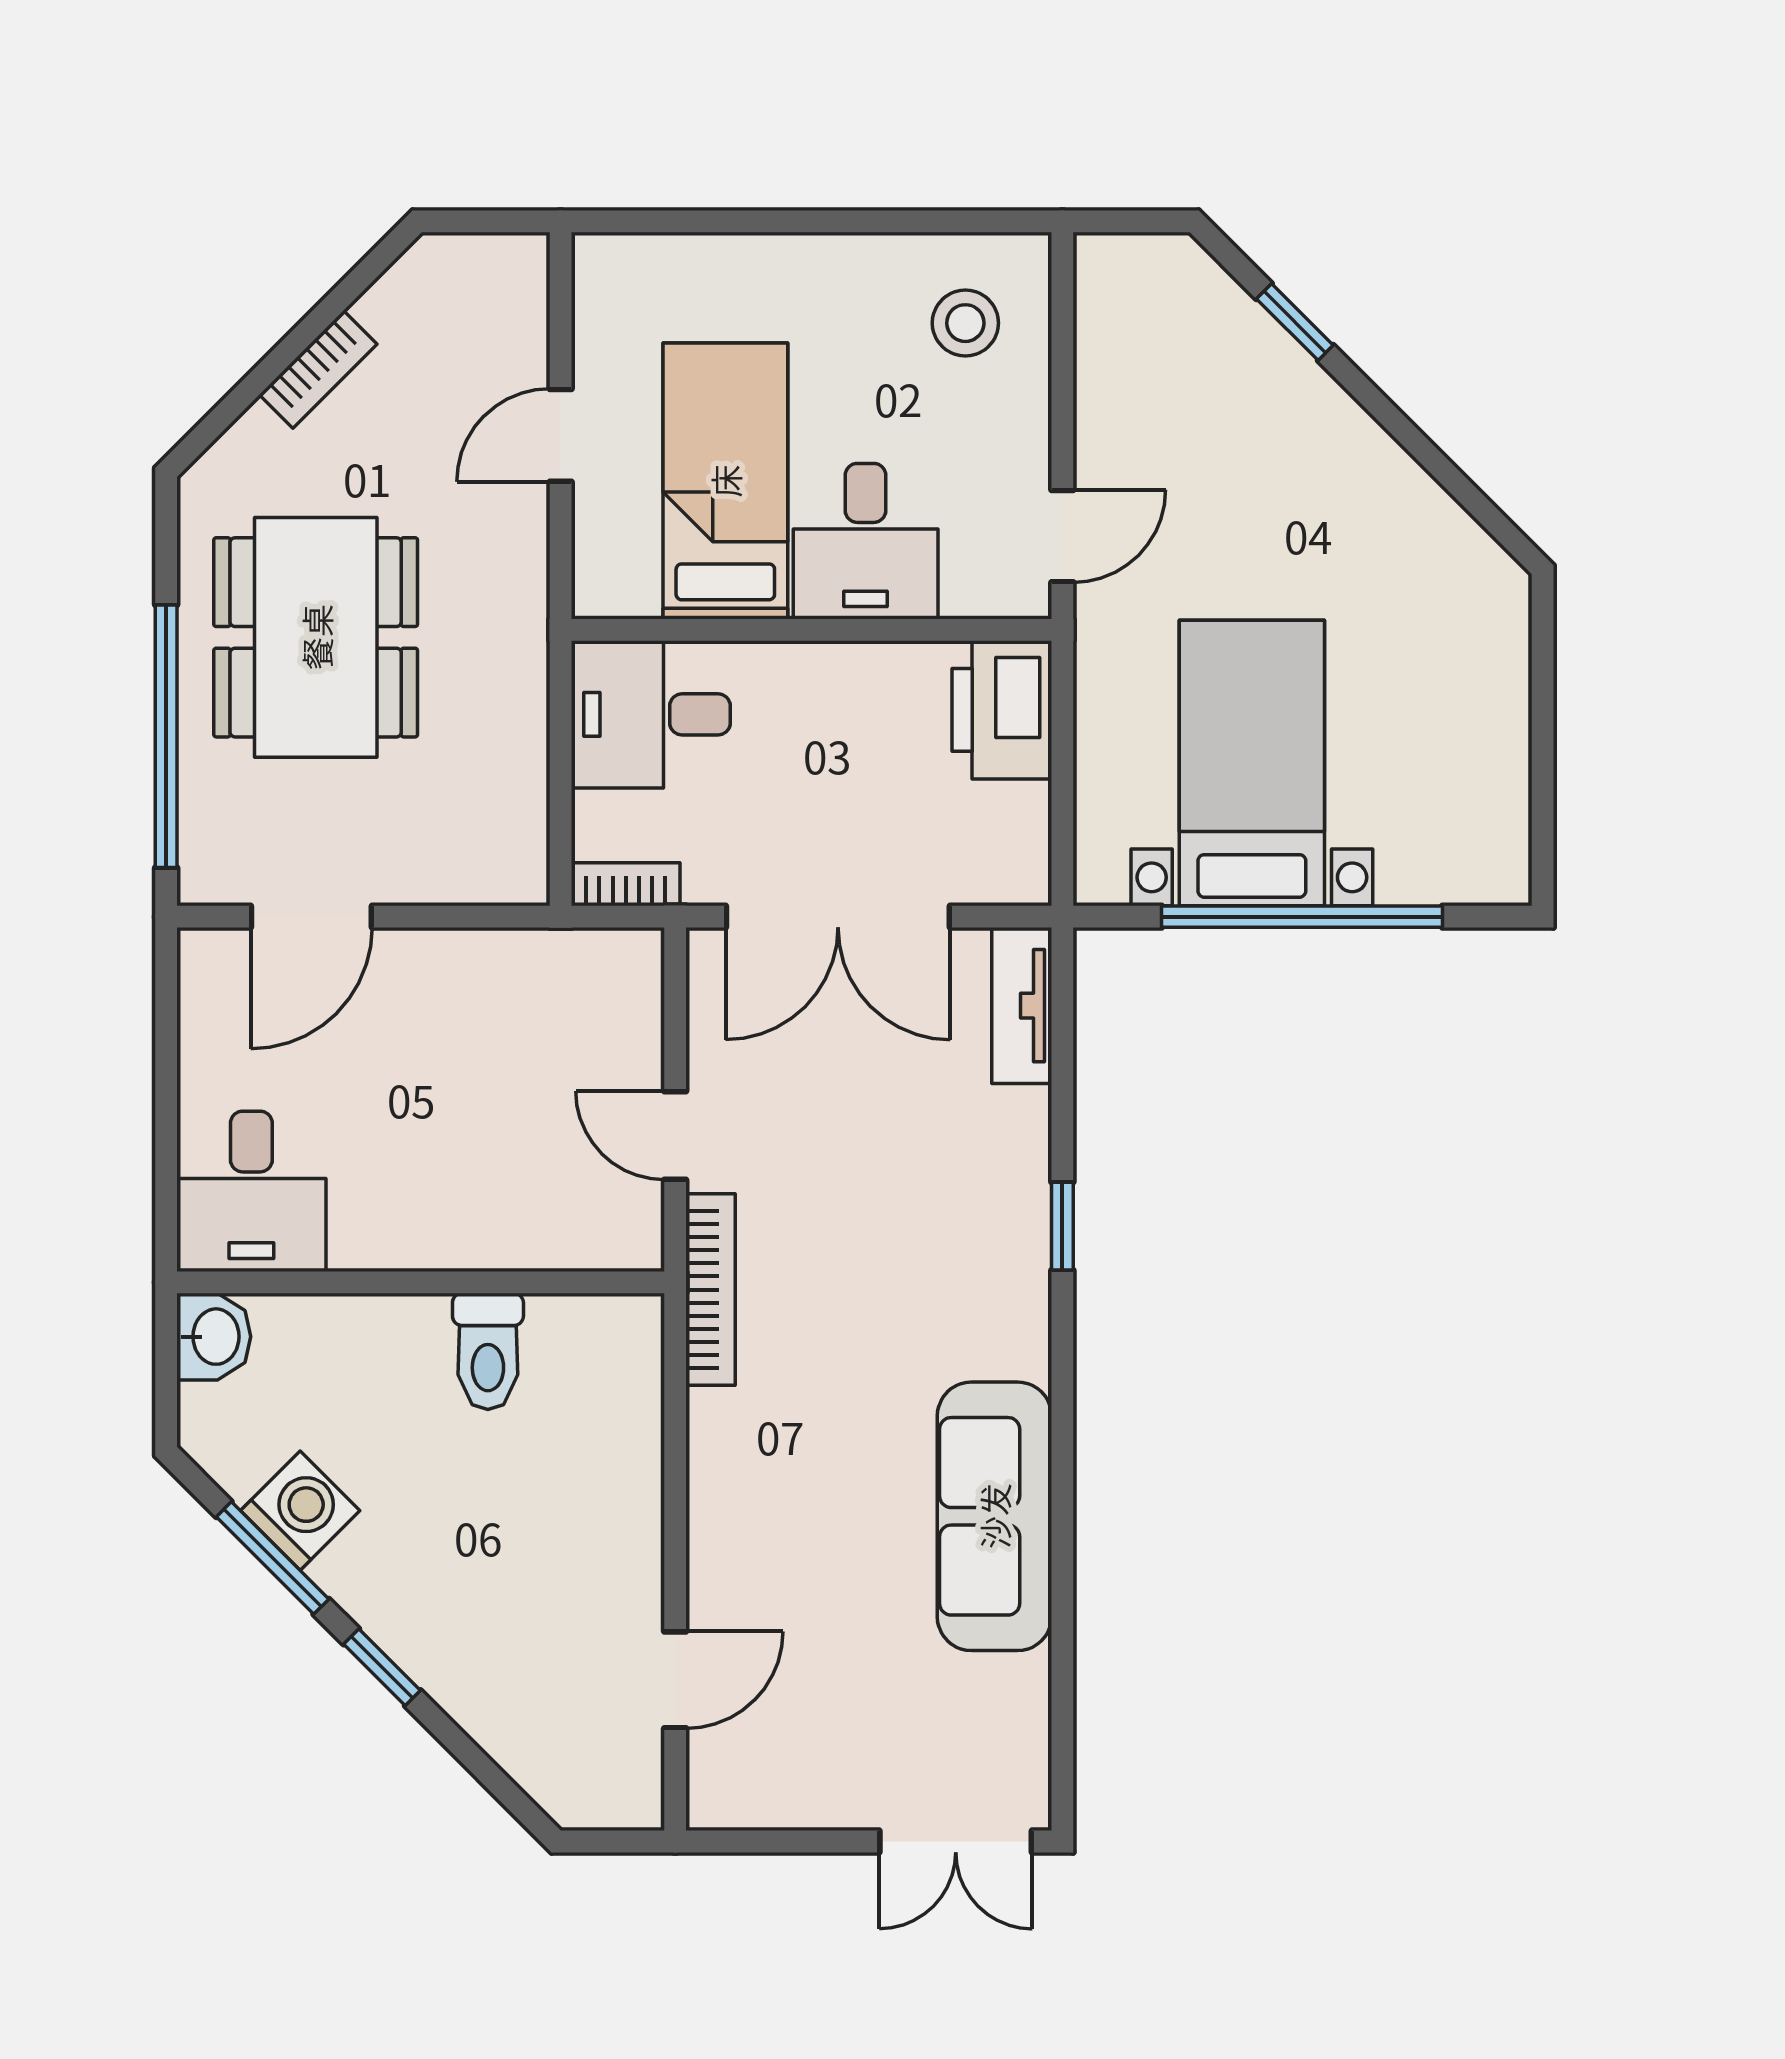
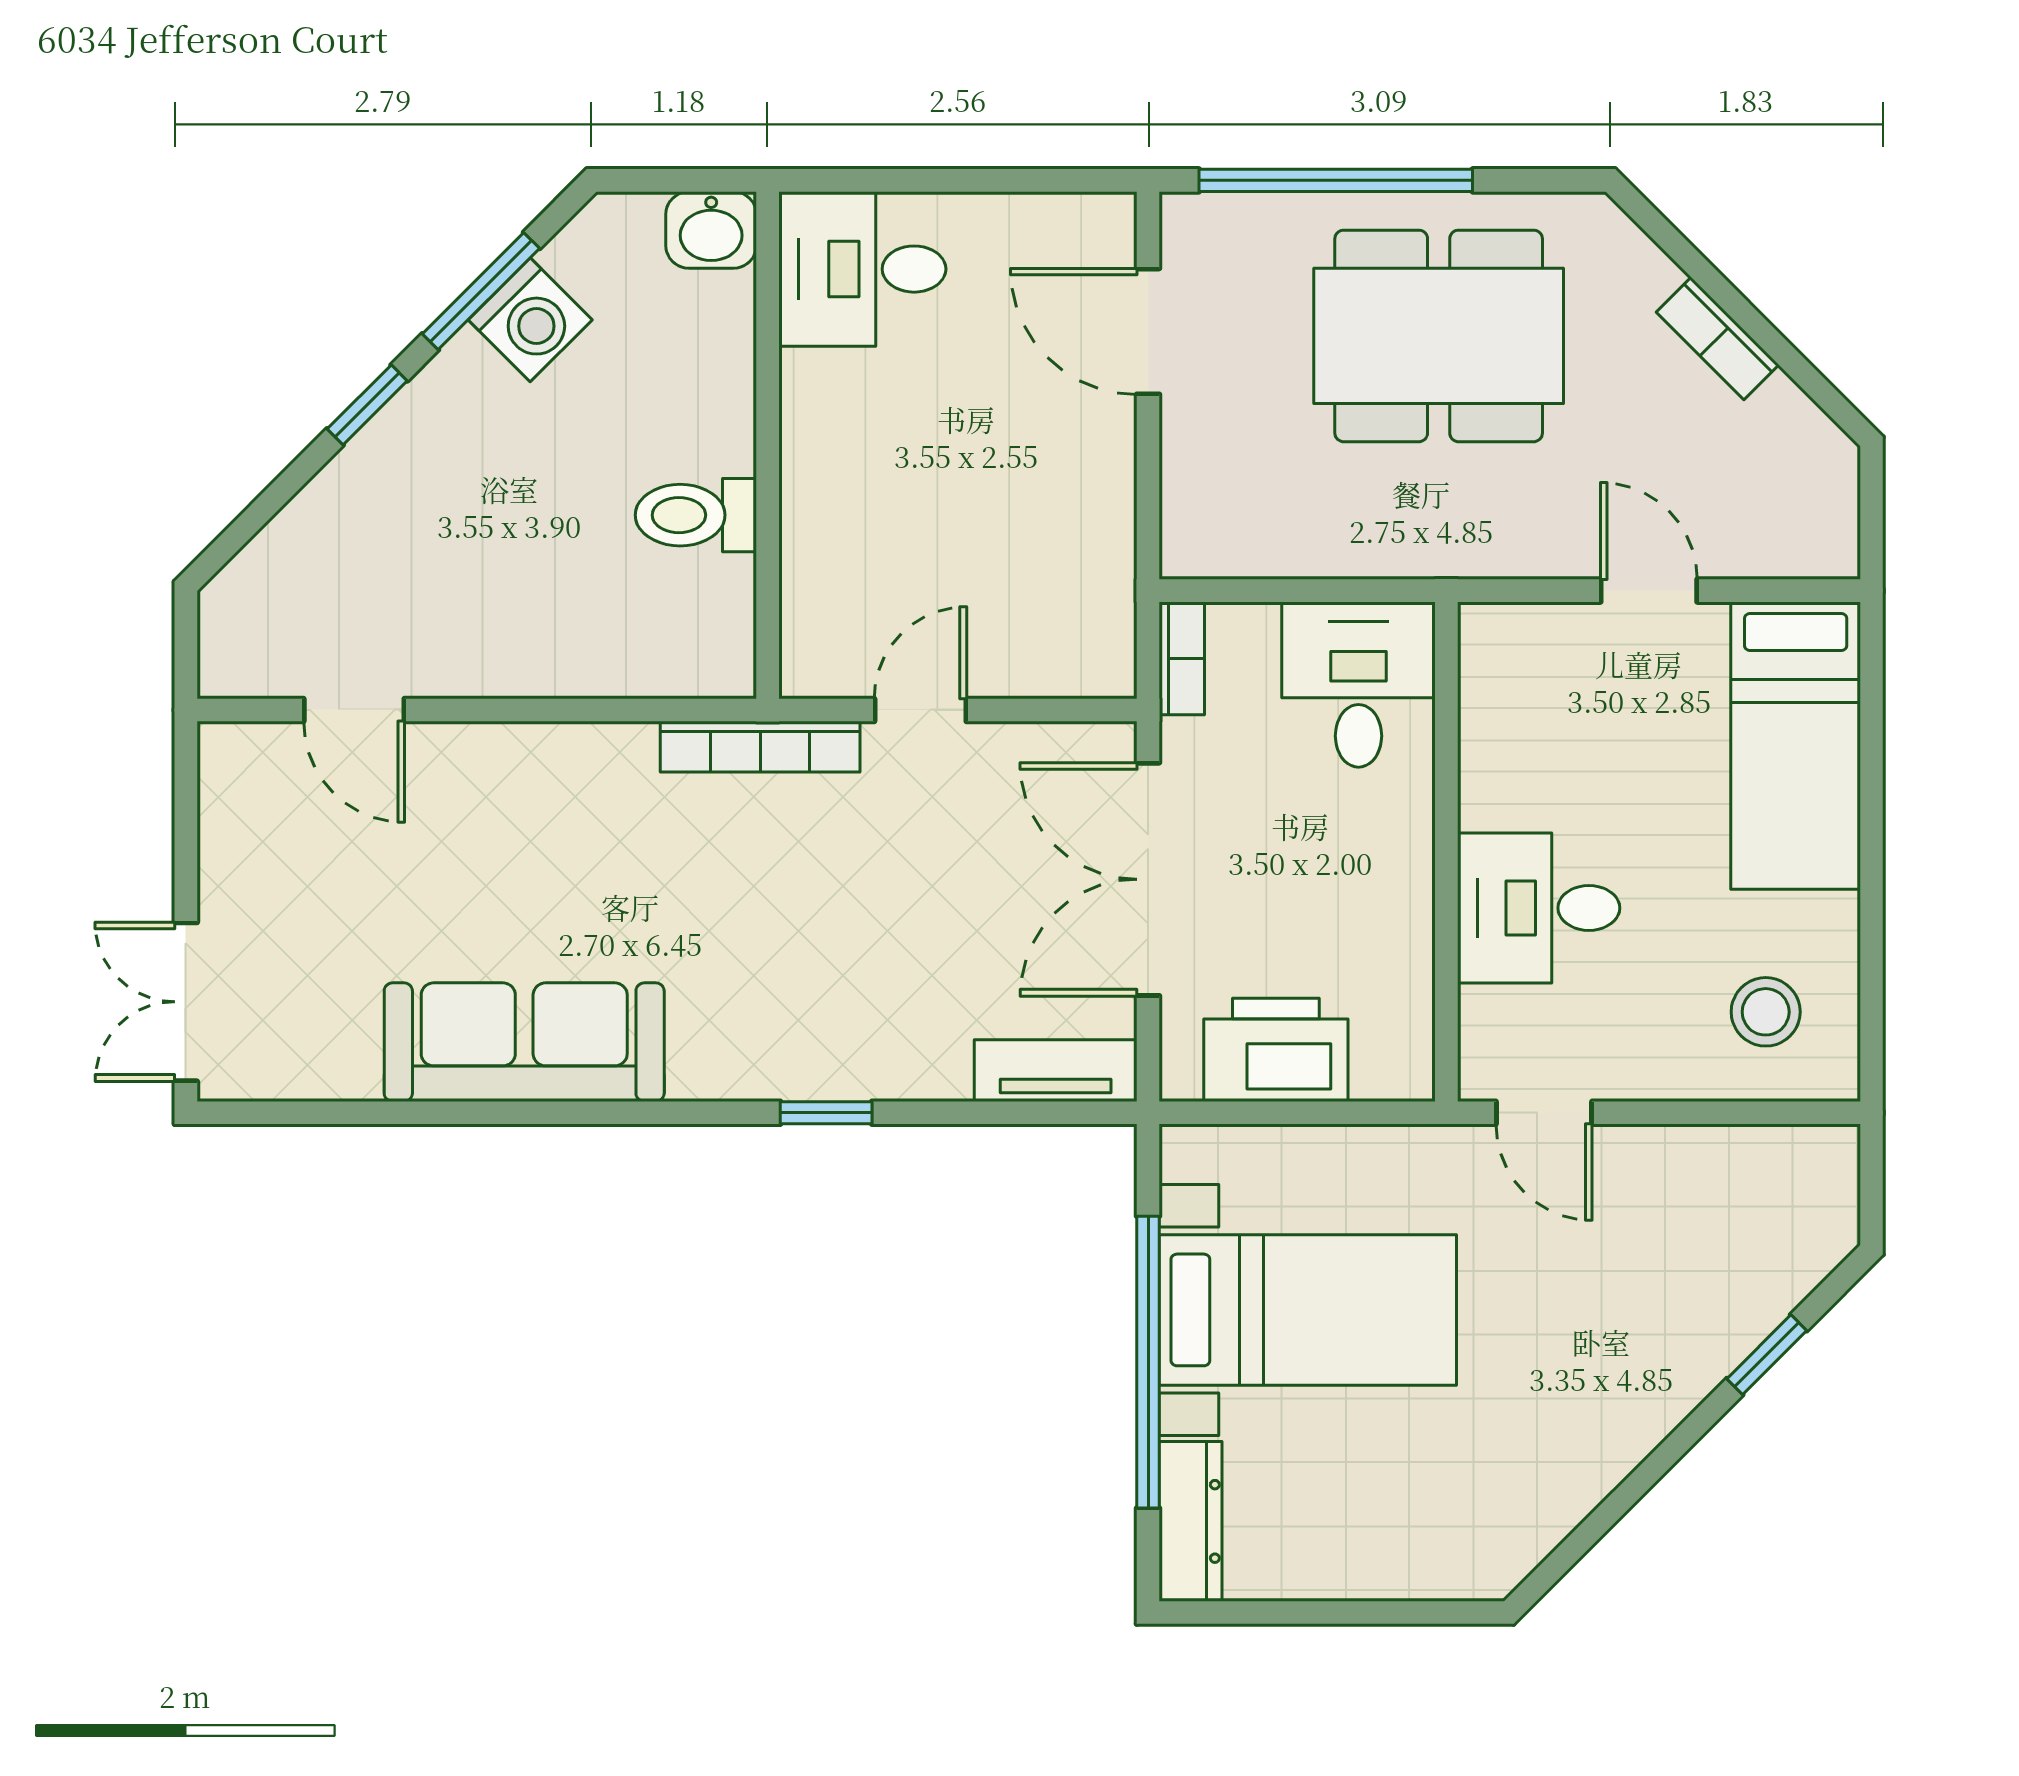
bed: (725, 481) -> (1796, 746), moved, turned 90
printer: (1002, 710) -> (1276, 1050), moved
dresser: (1455, 876) -> (1190, 1521), added

